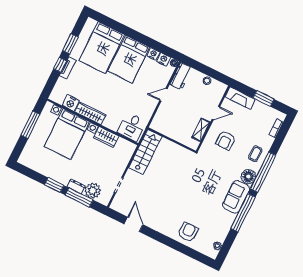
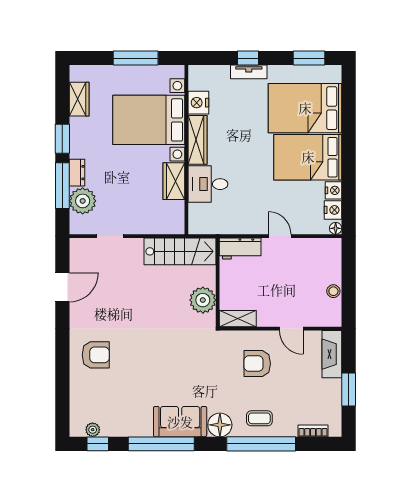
window: (70, 44) -> (309, 58), moved
workbench: (181, 76) -> (240, 248), moved
desk: (132, 127) -> (208, 184), moved
shelving: (201, 130) -> (238, 319), moved
plant: (177, 153) -> (203, 300), added
wardrobe: (37, 166) -> (79, 99), added
window: (263, 172) -> (261, 444), moved
armchair: (188, 232) -> (96, 355), moved
window: (226, 247) -> (98, 444), added

